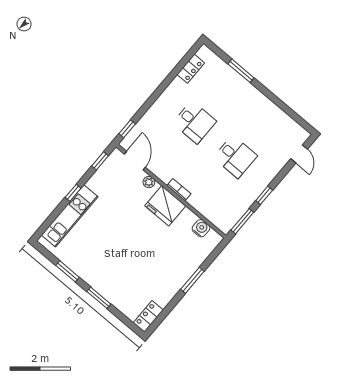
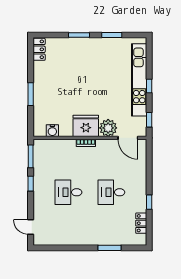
window: (127, 129) -> (149, 202), moved
plant: (149, 182) -> (108, 128), width x1.87, depth x1.87
kitchen unit: (70, 216) -> (139, 80), width x1.36

